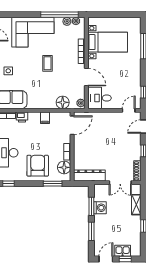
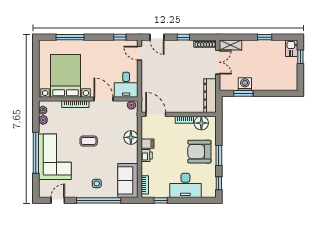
window: (60, 15) -> (36, 153), moved
bed with nightstands: (108, 42) -> (66, 76), width x1.36
door: (86, 77) -> (103, 99), hinge flipped
floor lamp: (63, 102) -> (131, 137), moved
printer: (22, 117) -> (147, 155), moved
window: (53, 184) -> (219, 155), moved
shelving: (136, 205) -> (231, 45), moved
window: (91, 231) -> (270, 93), removed
kitchen sink: (123, 251) -> (292, 48), moved
door: (106, 259) -> (300, 78), removed

